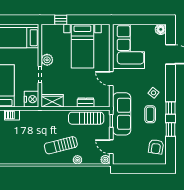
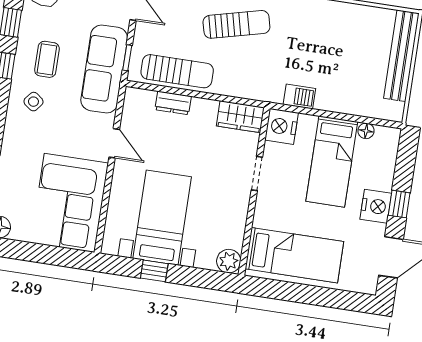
window: (61, 20) -> (154, 271), moved
plant: (47, 60) -> (229, 261), moved
barbecue: (12, 115) -> (299, 97), moved

